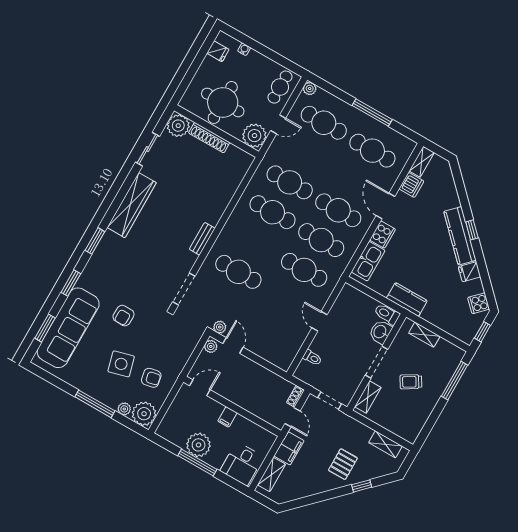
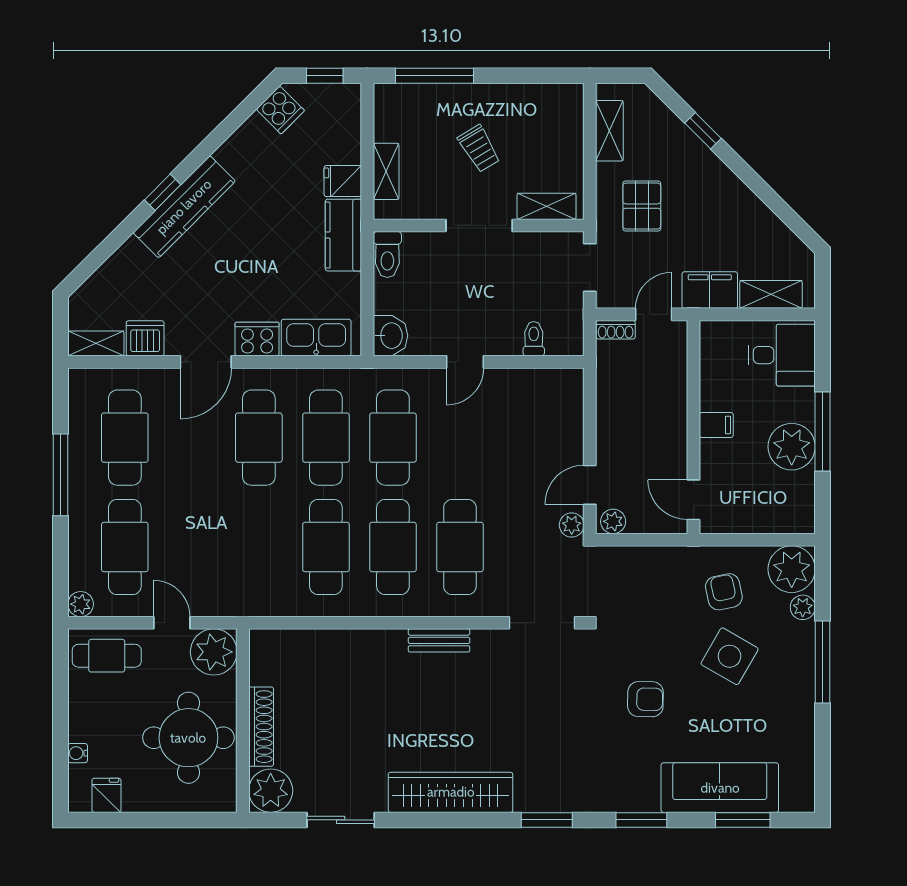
cafe table: (290, 182) -> (393, 547), moved
fridge: (469, 272) -> (343, 181), moved, turned 135
sofa: (68, 328) -> (720, 788), width x0.74, depth x0.79
washbasin: (380, 332) -> (390, 336), moved, turned -90
side table: (121, 364) -> (730, 656), turned 45
pallet: (343, 464) -> (642, 206), moved, turned 90

